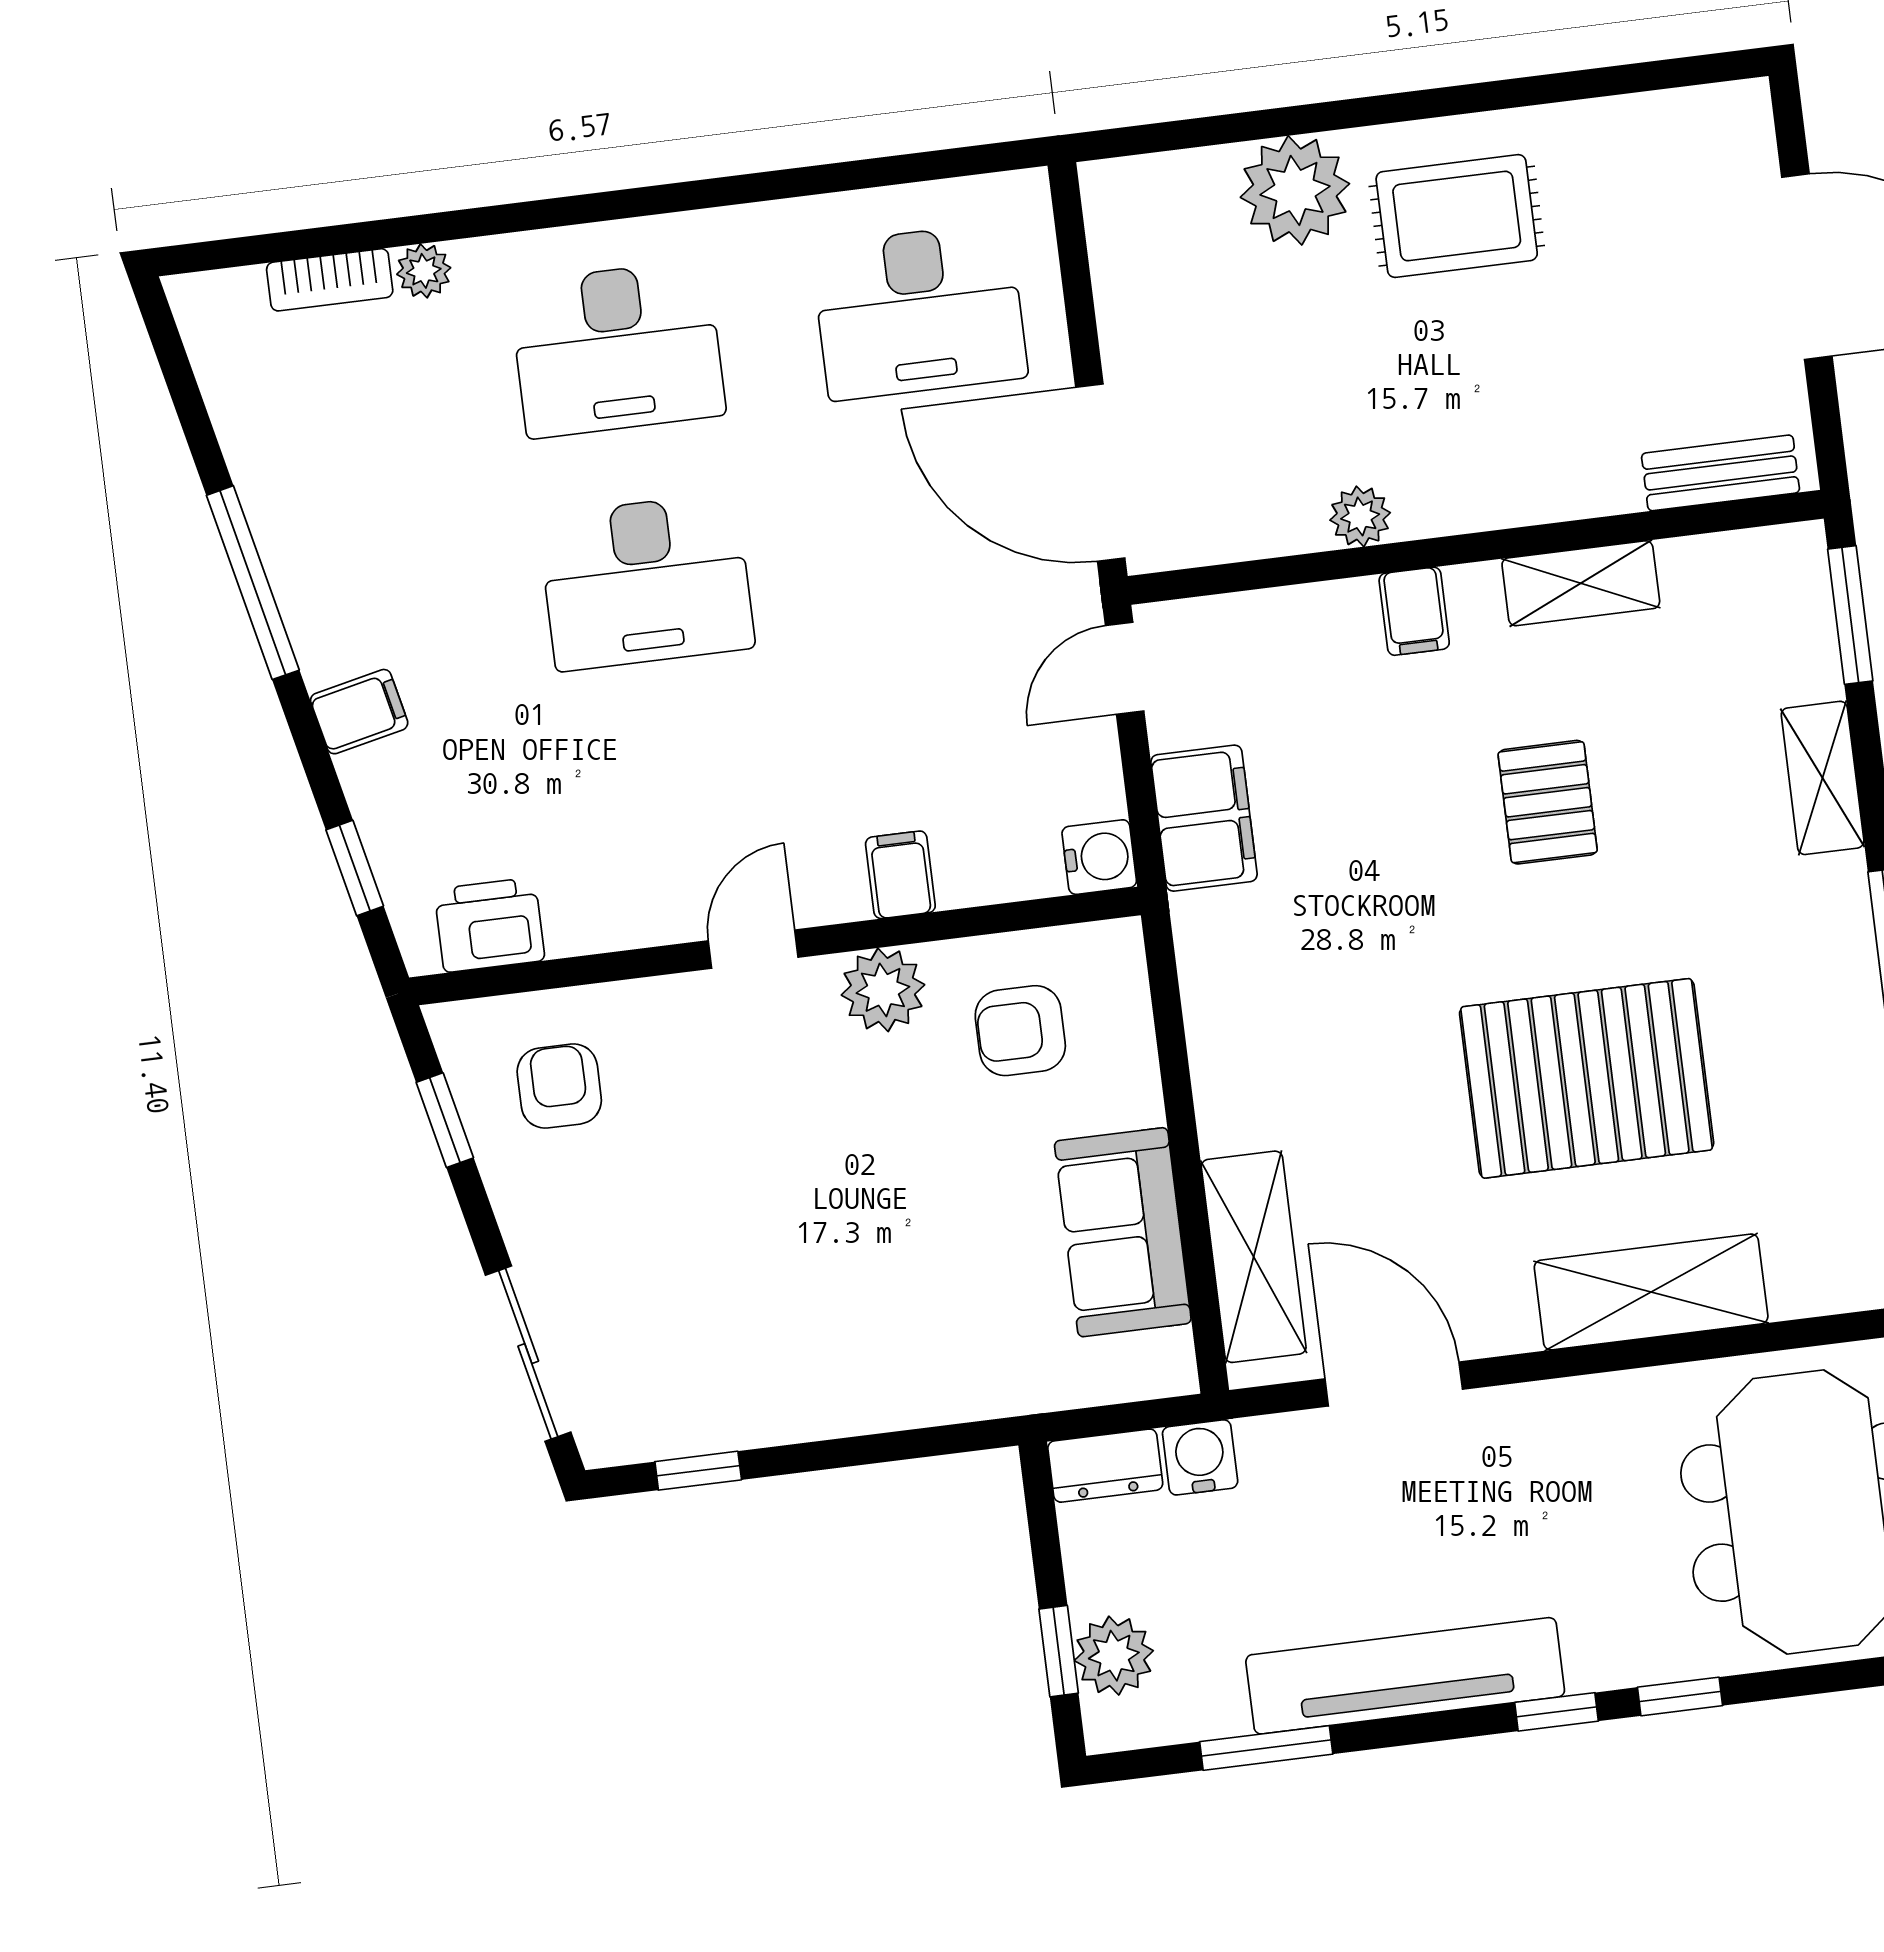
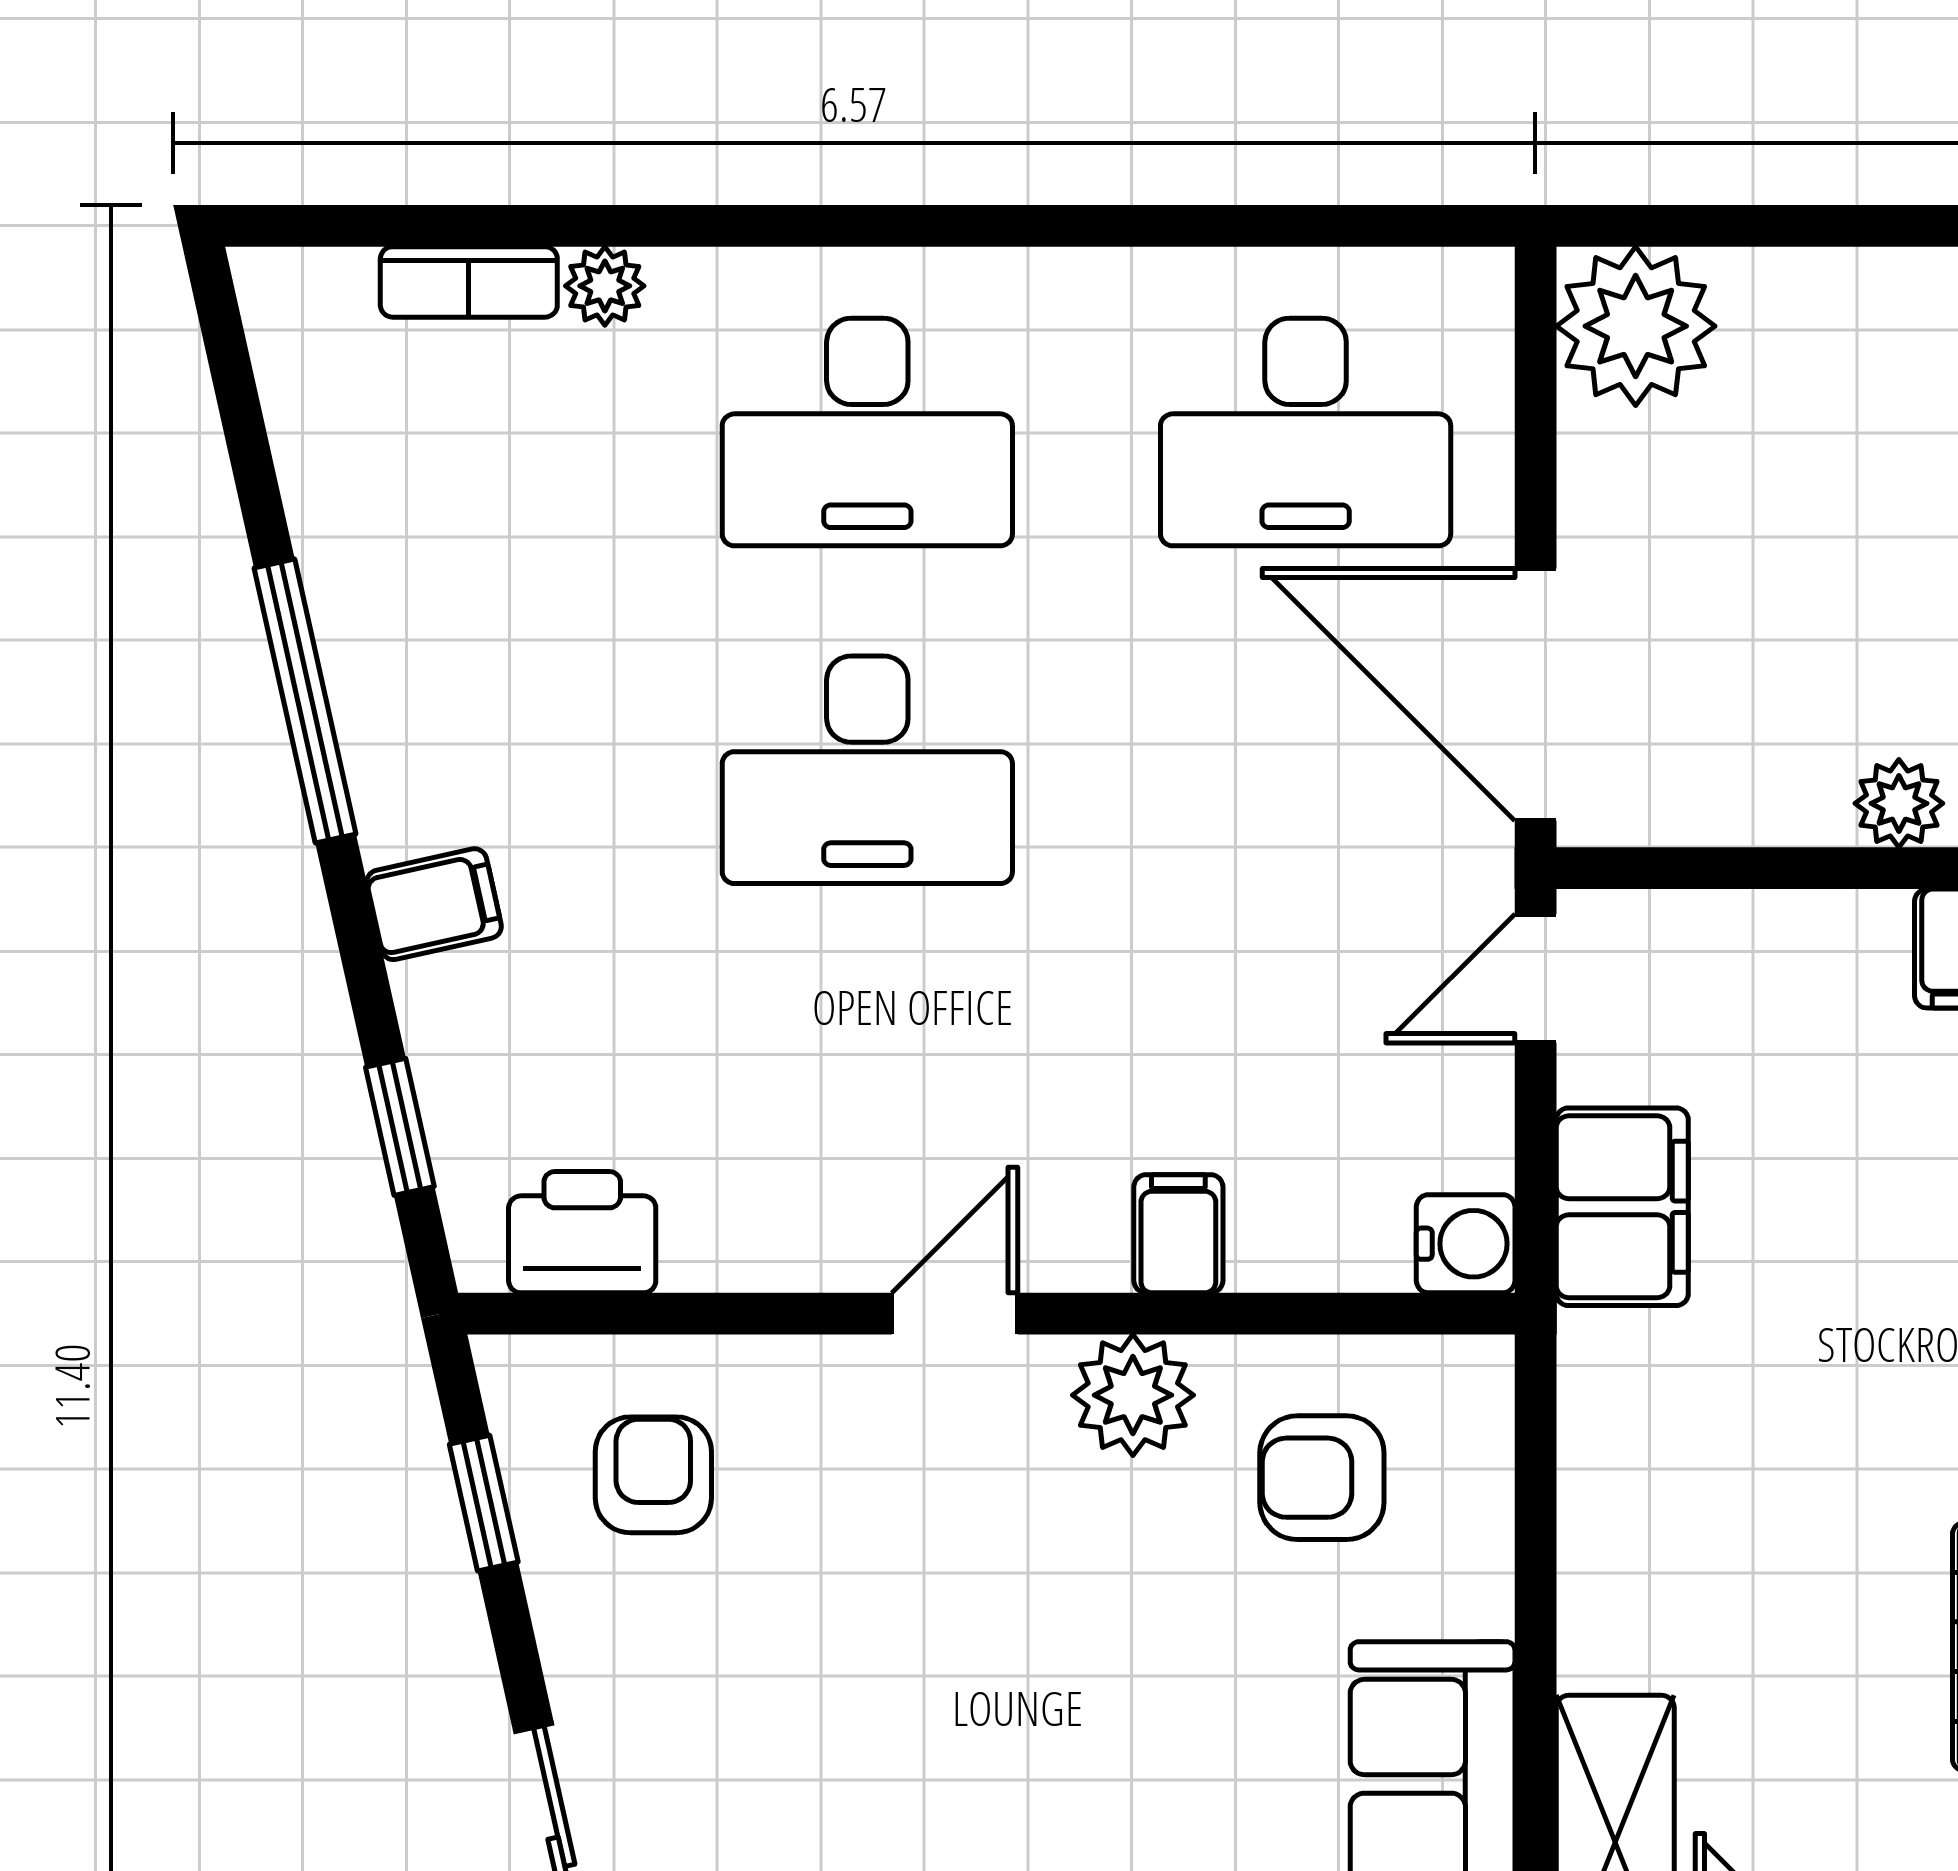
plant: (1295, 190) -> (1636, 326), moved

